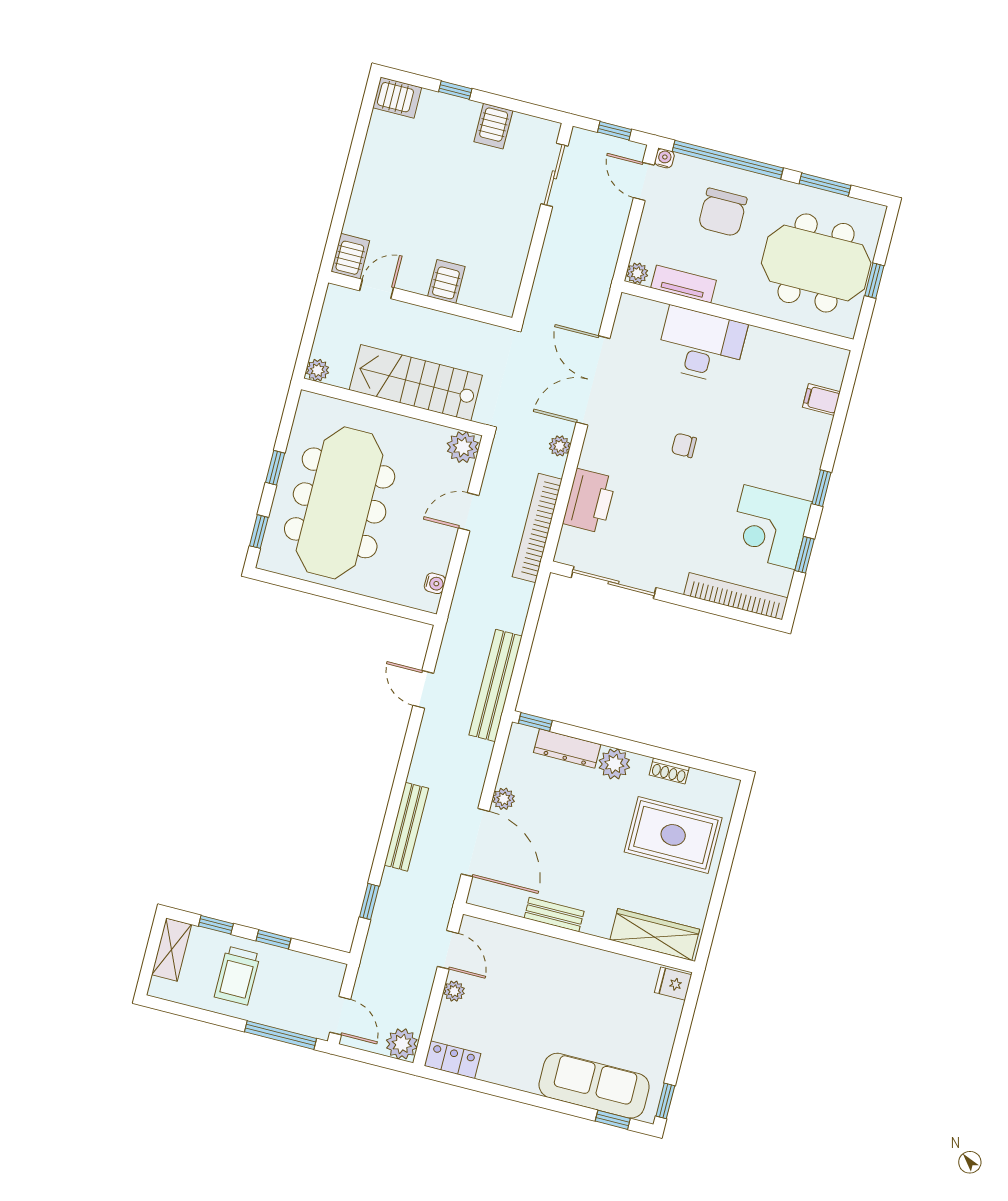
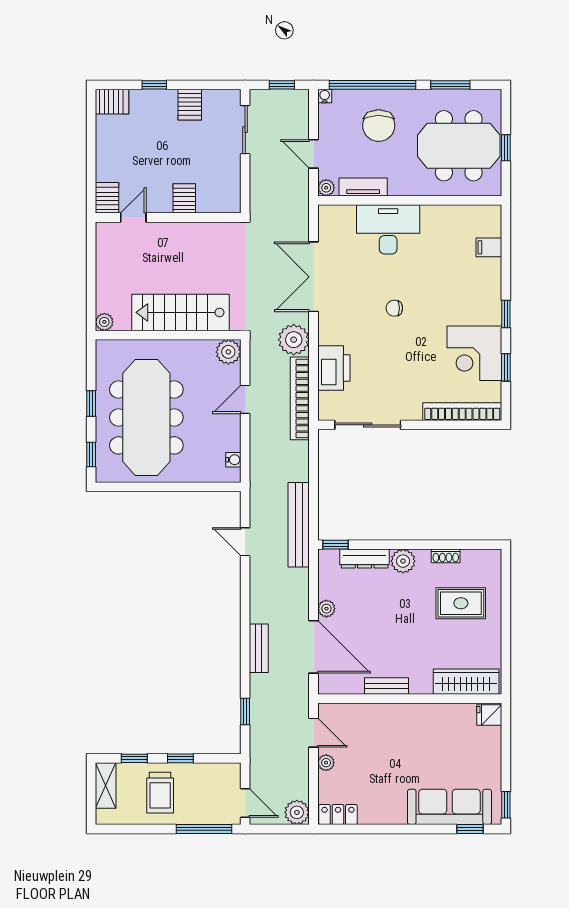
door: (644, 181) -> (314, 154), moved
server rack: (350, 256) -> (107, 198), moved
server rack: (446, 281) -> (184, 198), moved
door: (377, 289) -> (133, 218), moved
wall: (420, 300) -> (168, 218), moved
plant: (560, 446) -> (294, 340), width x1.87, depth x1.87
bench: (406, 827) -> (259, 648), width x0.73
rug: (673, 835) -> (461, 603), width x0.73, depth x0.70

